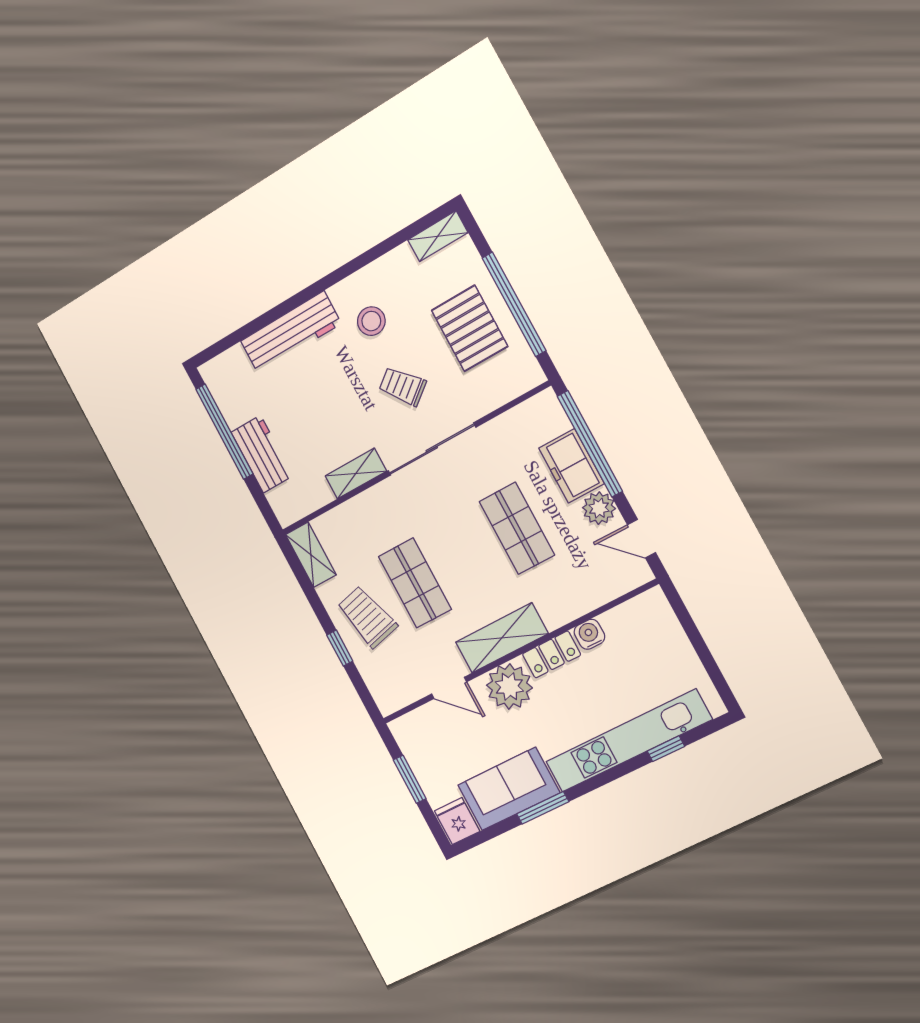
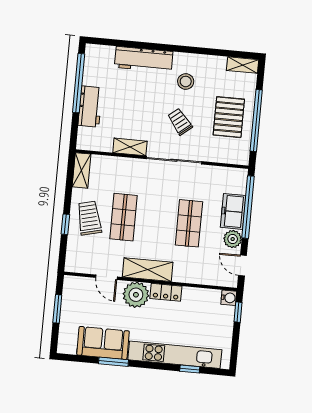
window: (683, 615) -> (238, 312), added
water cooler: (589, 634) -> (229, 298), moved, turned 90
fridge: (457, 821) -> (67, 343), removed

